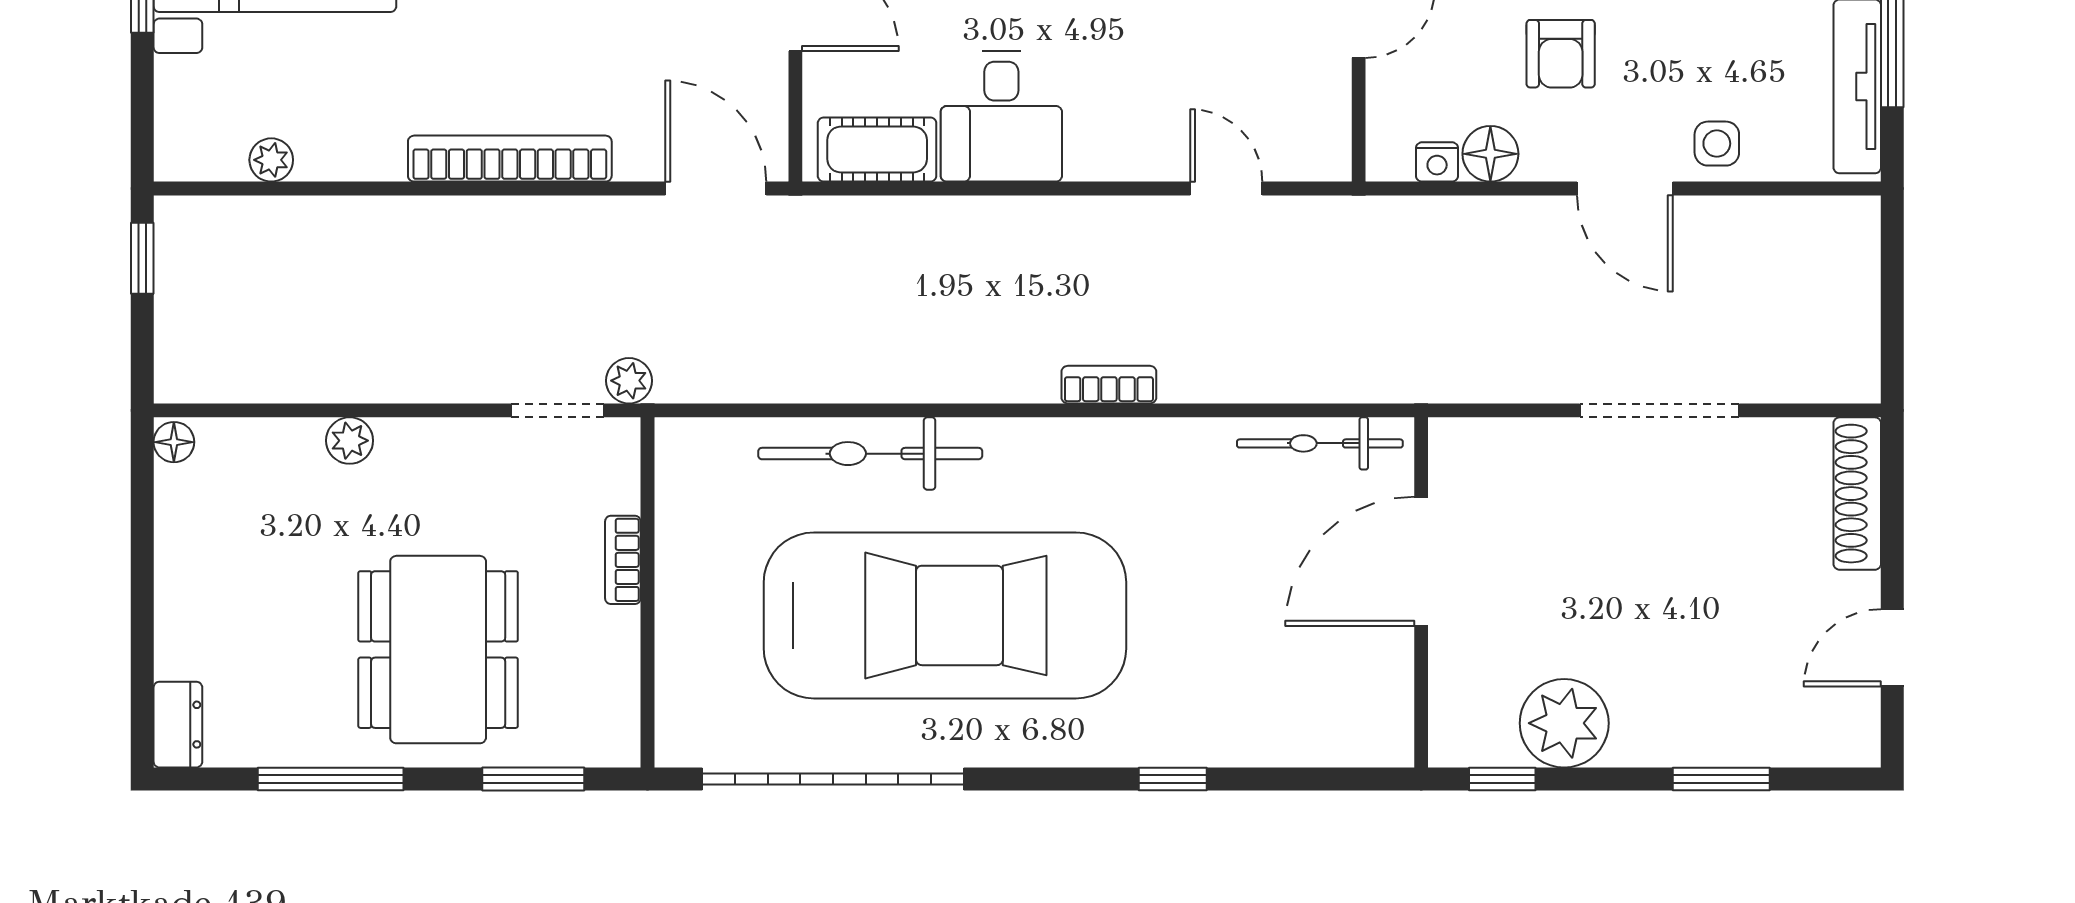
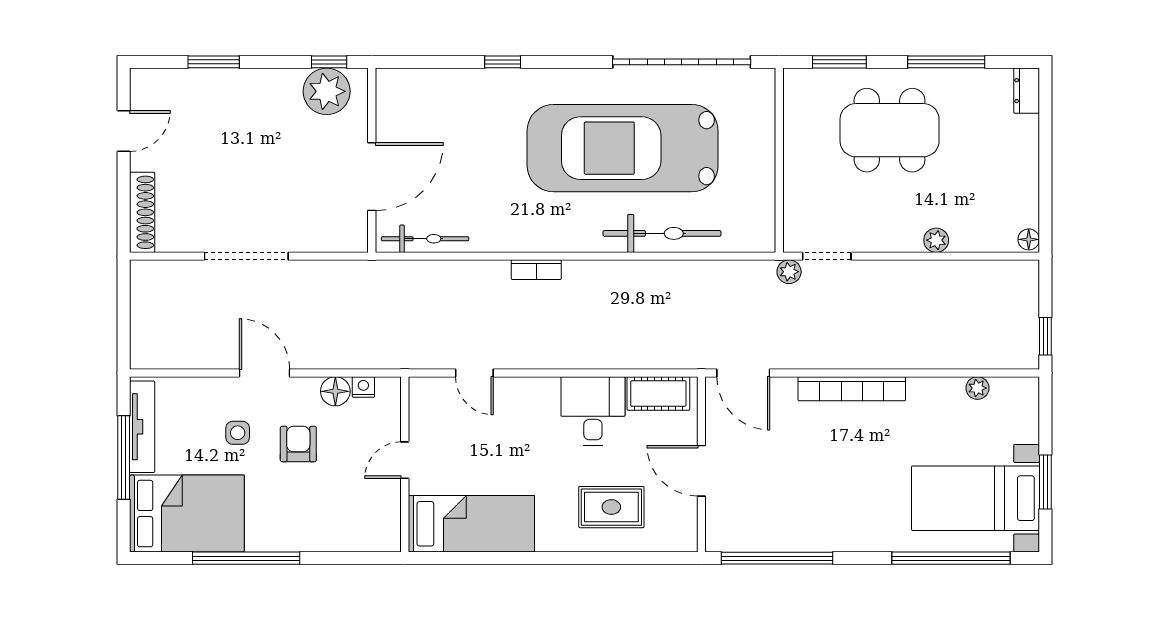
side table: (1717, 144) -> (238, 433), moved
bookcase: (623, 560) -> (792, 177), removed
dining table: (438, 650) -> (890, 130), turned 90
plant: (1564, 723) -> (327, 91), moved

